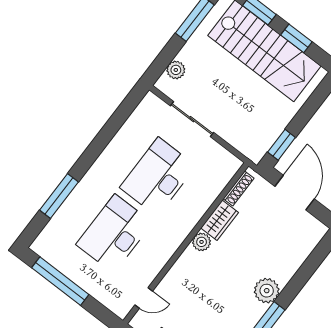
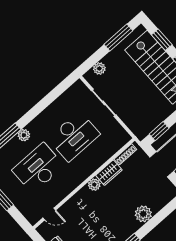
desk: (158, 177) -> (74, 136), turned 180
plant: (84, 189) -> (24, 135), added
plant: (267, 291) -> (143, 214), moved

